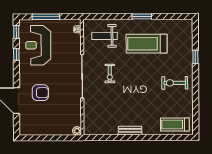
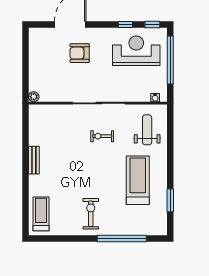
window: (142, 16) -> (170, 200), moved
window: (46, 17) -> (170, 60), width x1.46
window: (195, 57) -> (122, 239), width x3.17
armchair: (40, 93) -> (80, 53), turned 90

